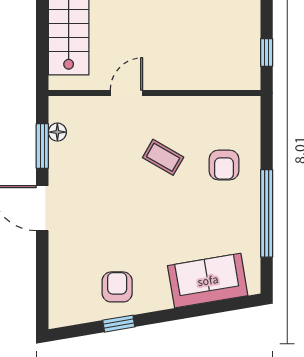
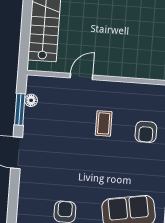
coffee table: (163, 157) -> (104, 123), turned 60

